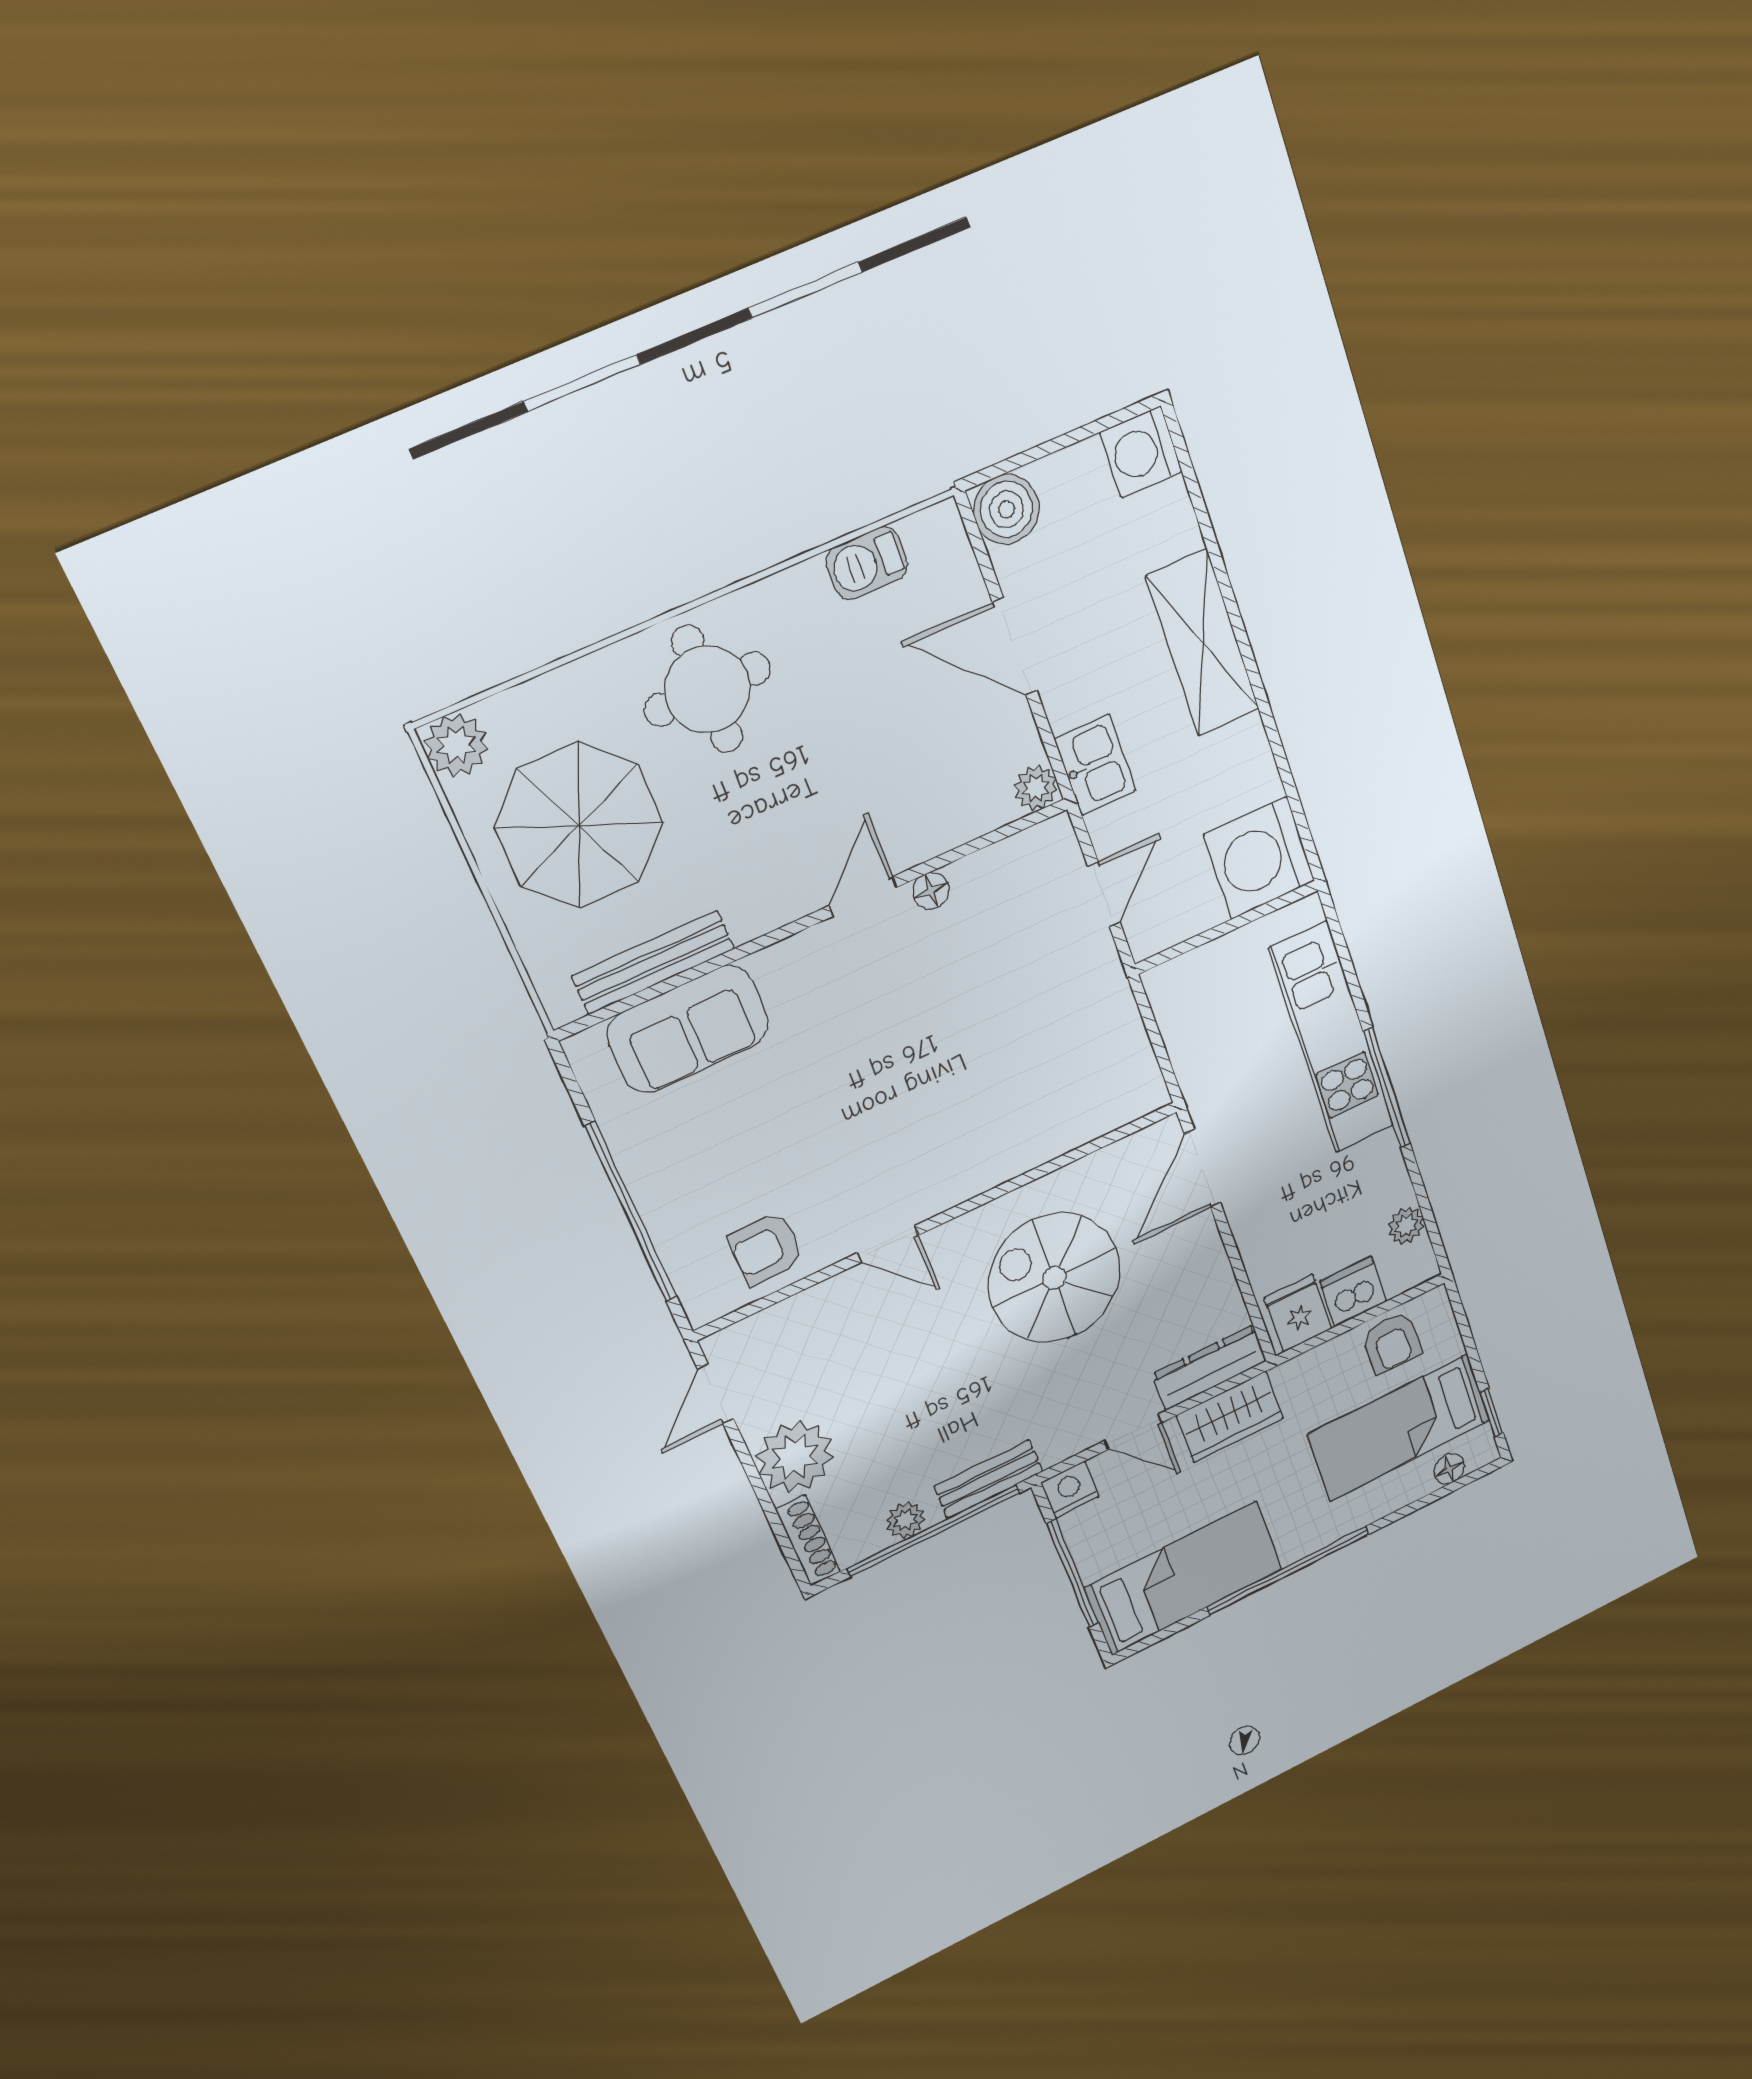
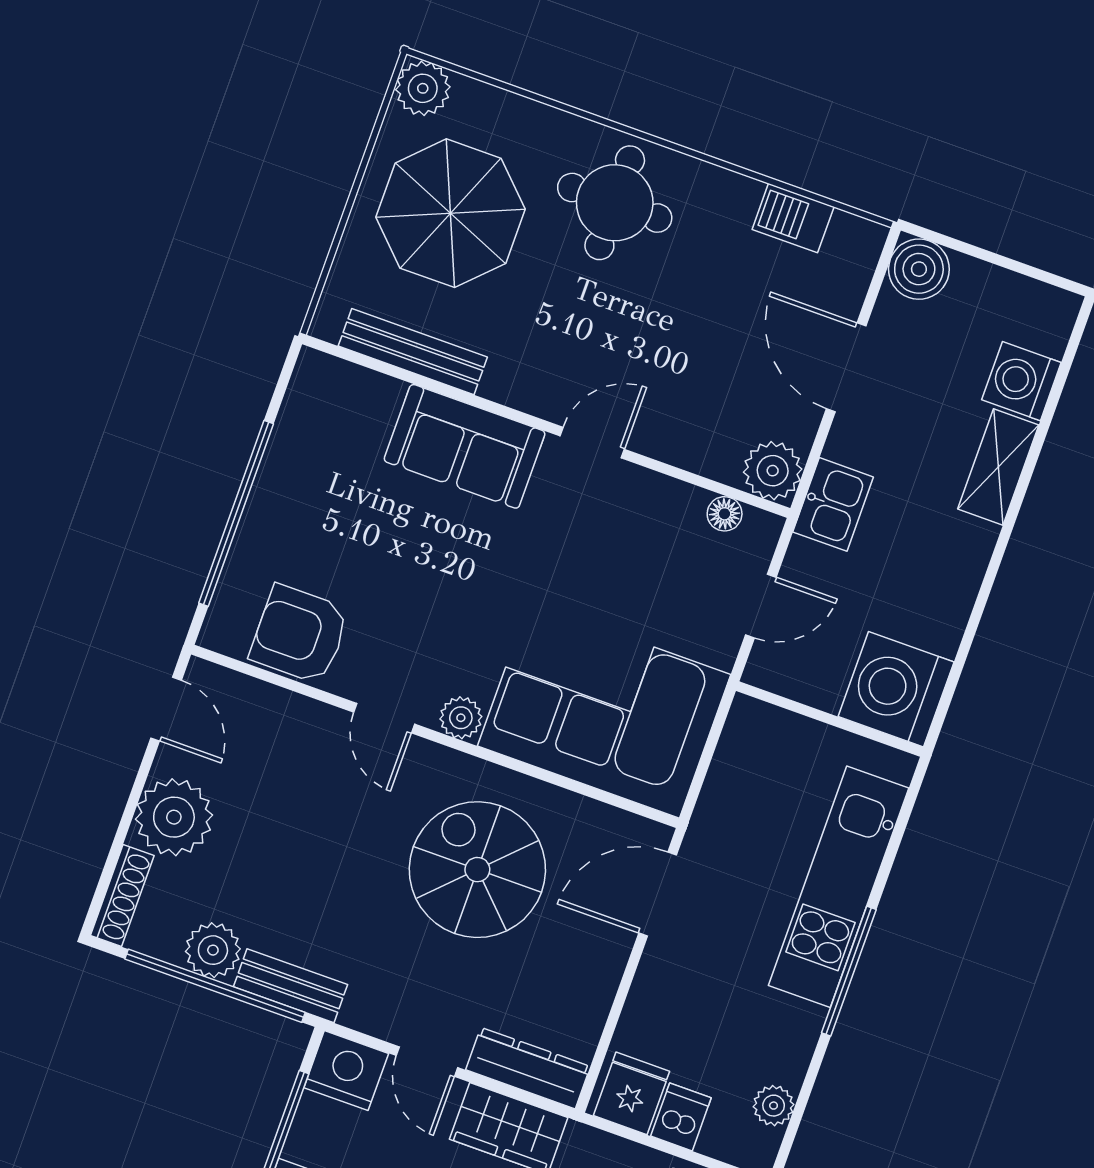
washing machine: (1141, 452) -> (1021, 381), moved
shelving: (1203, 643) -> (998, 467), width x0.67, depth x0.75
plant: (1036, 788) -> (773, 471), width x1.38, depth x1.38
floor lamp: (931, 891) -> (725, 514), moved
sofa: (688, 1029) -> (465, 446), moved
corner sofa: (1050, 1082) -> (604, 710), added
plant: (946, 1189) -> (461, 718), added
armchair: (766, 1249) -> (300, 634), width x1.38, depth x1.38
dishwasher: (1353, 1291) -> (681, 1117), width x0.73
door: (716, 1394) -> (166, 709), swing flipped
nightstand: (1070, 1490) -> (346, 1071), width x1.36, depth x1.33
plant: (906, 1520) -> (213, 950), width x1.38, depth x1.38

